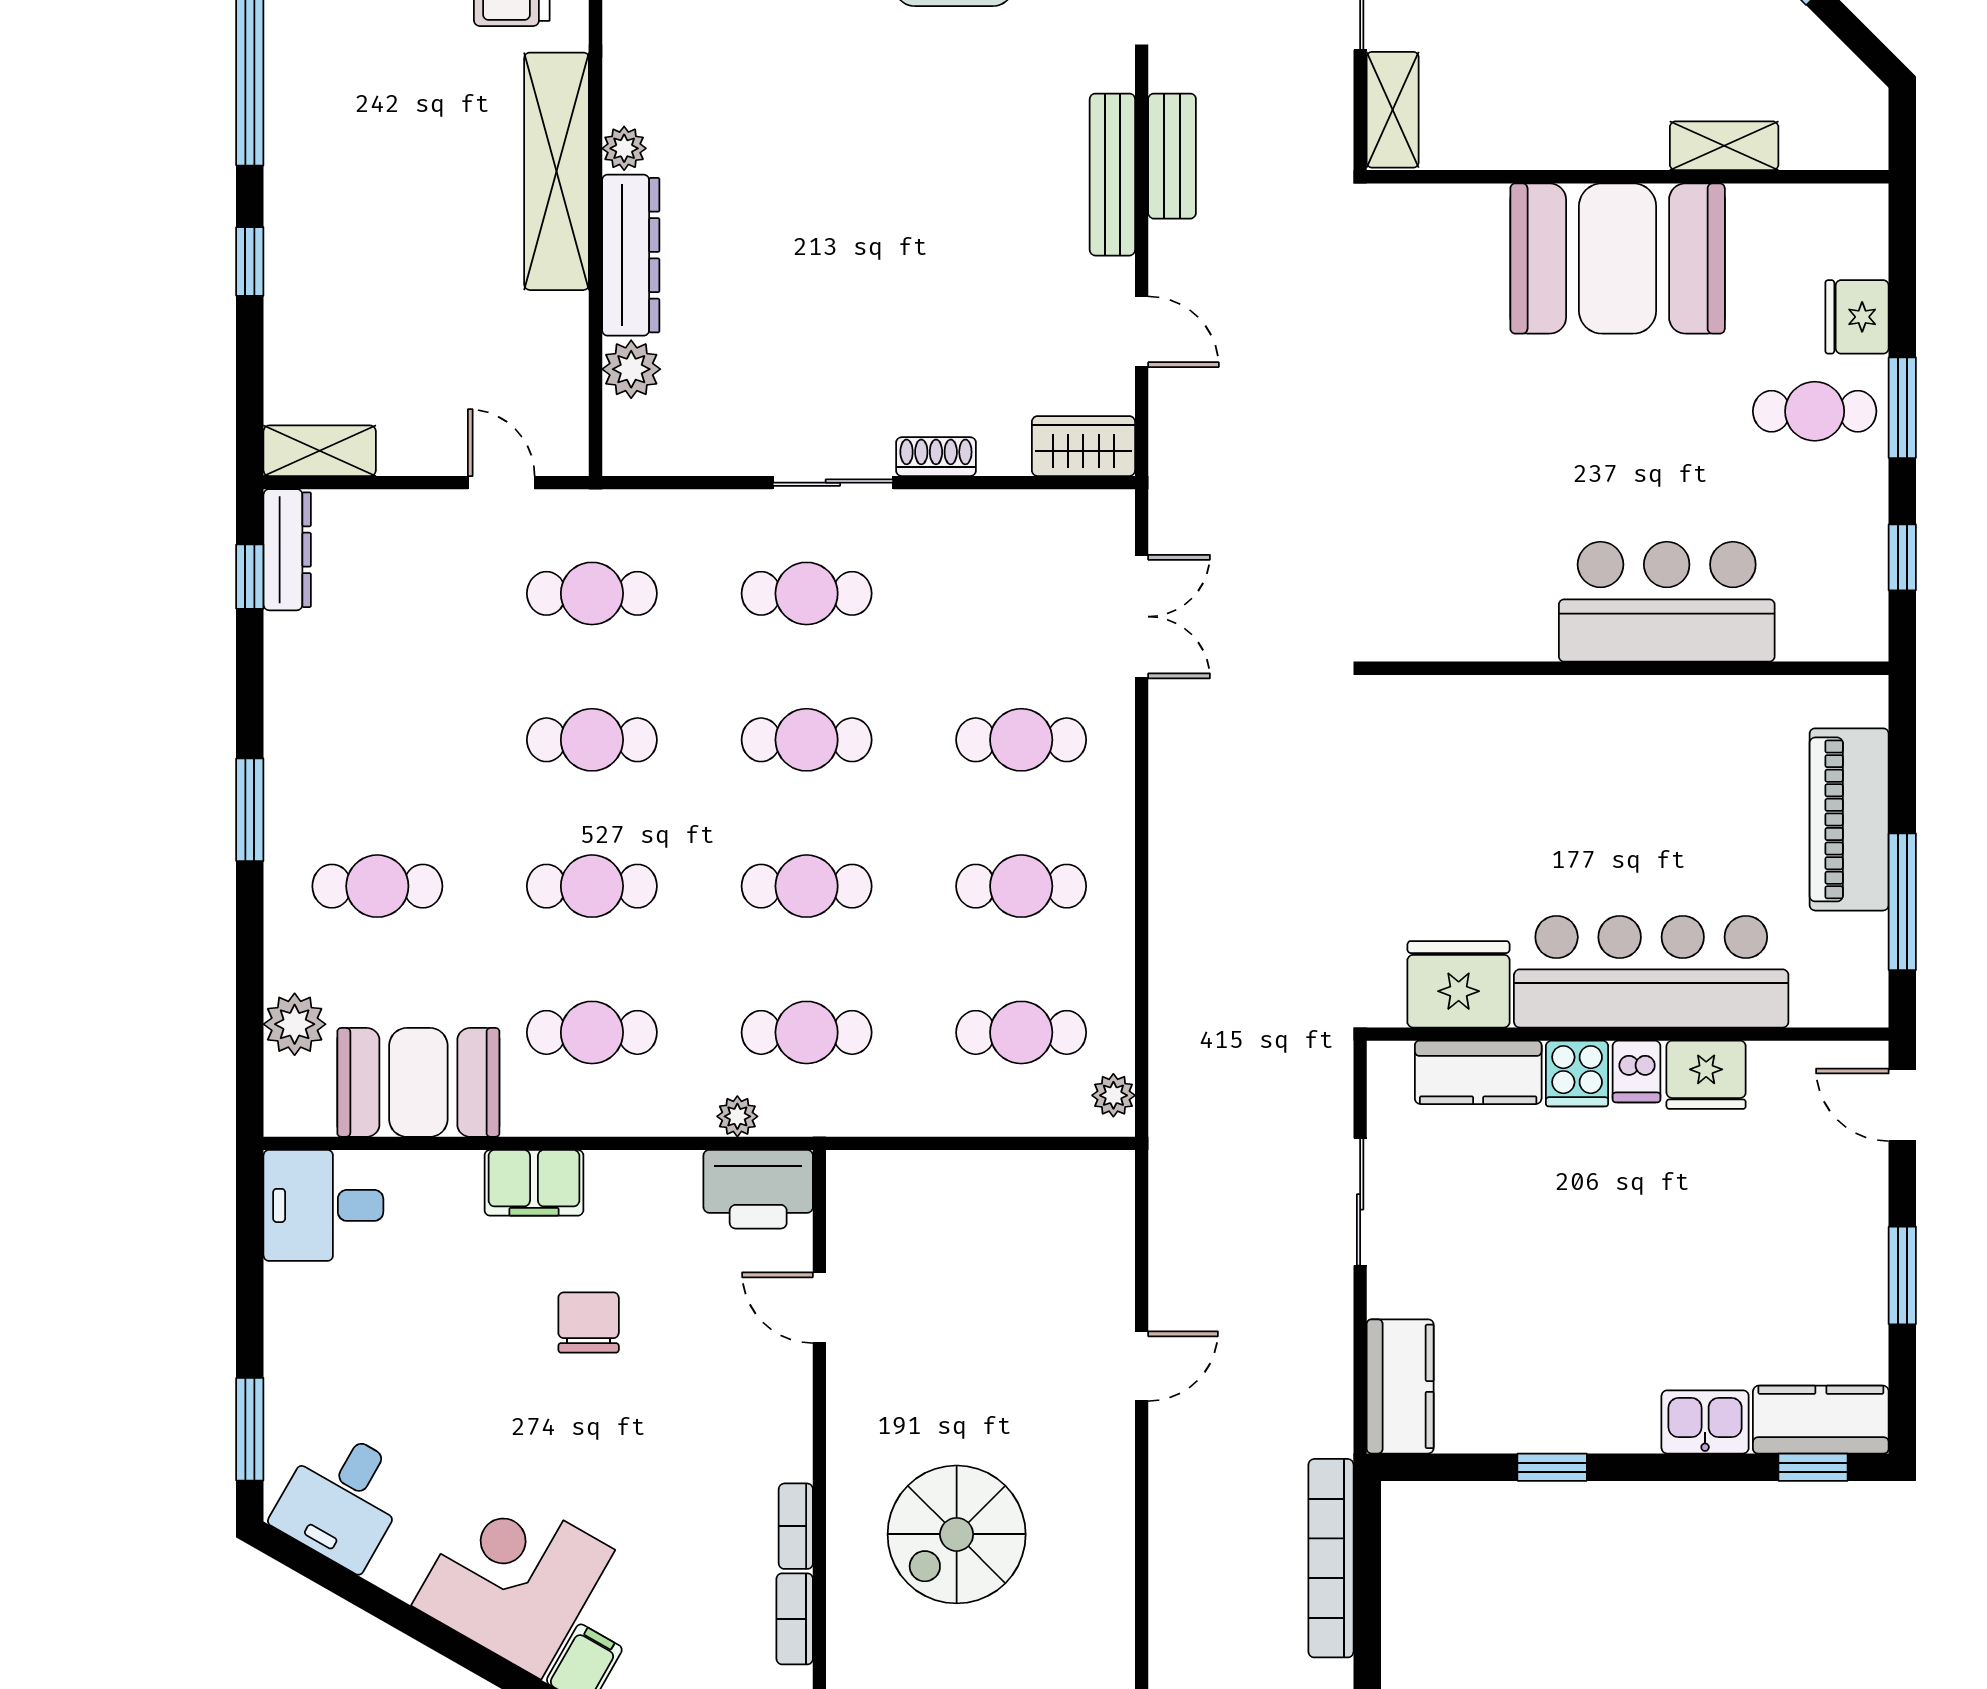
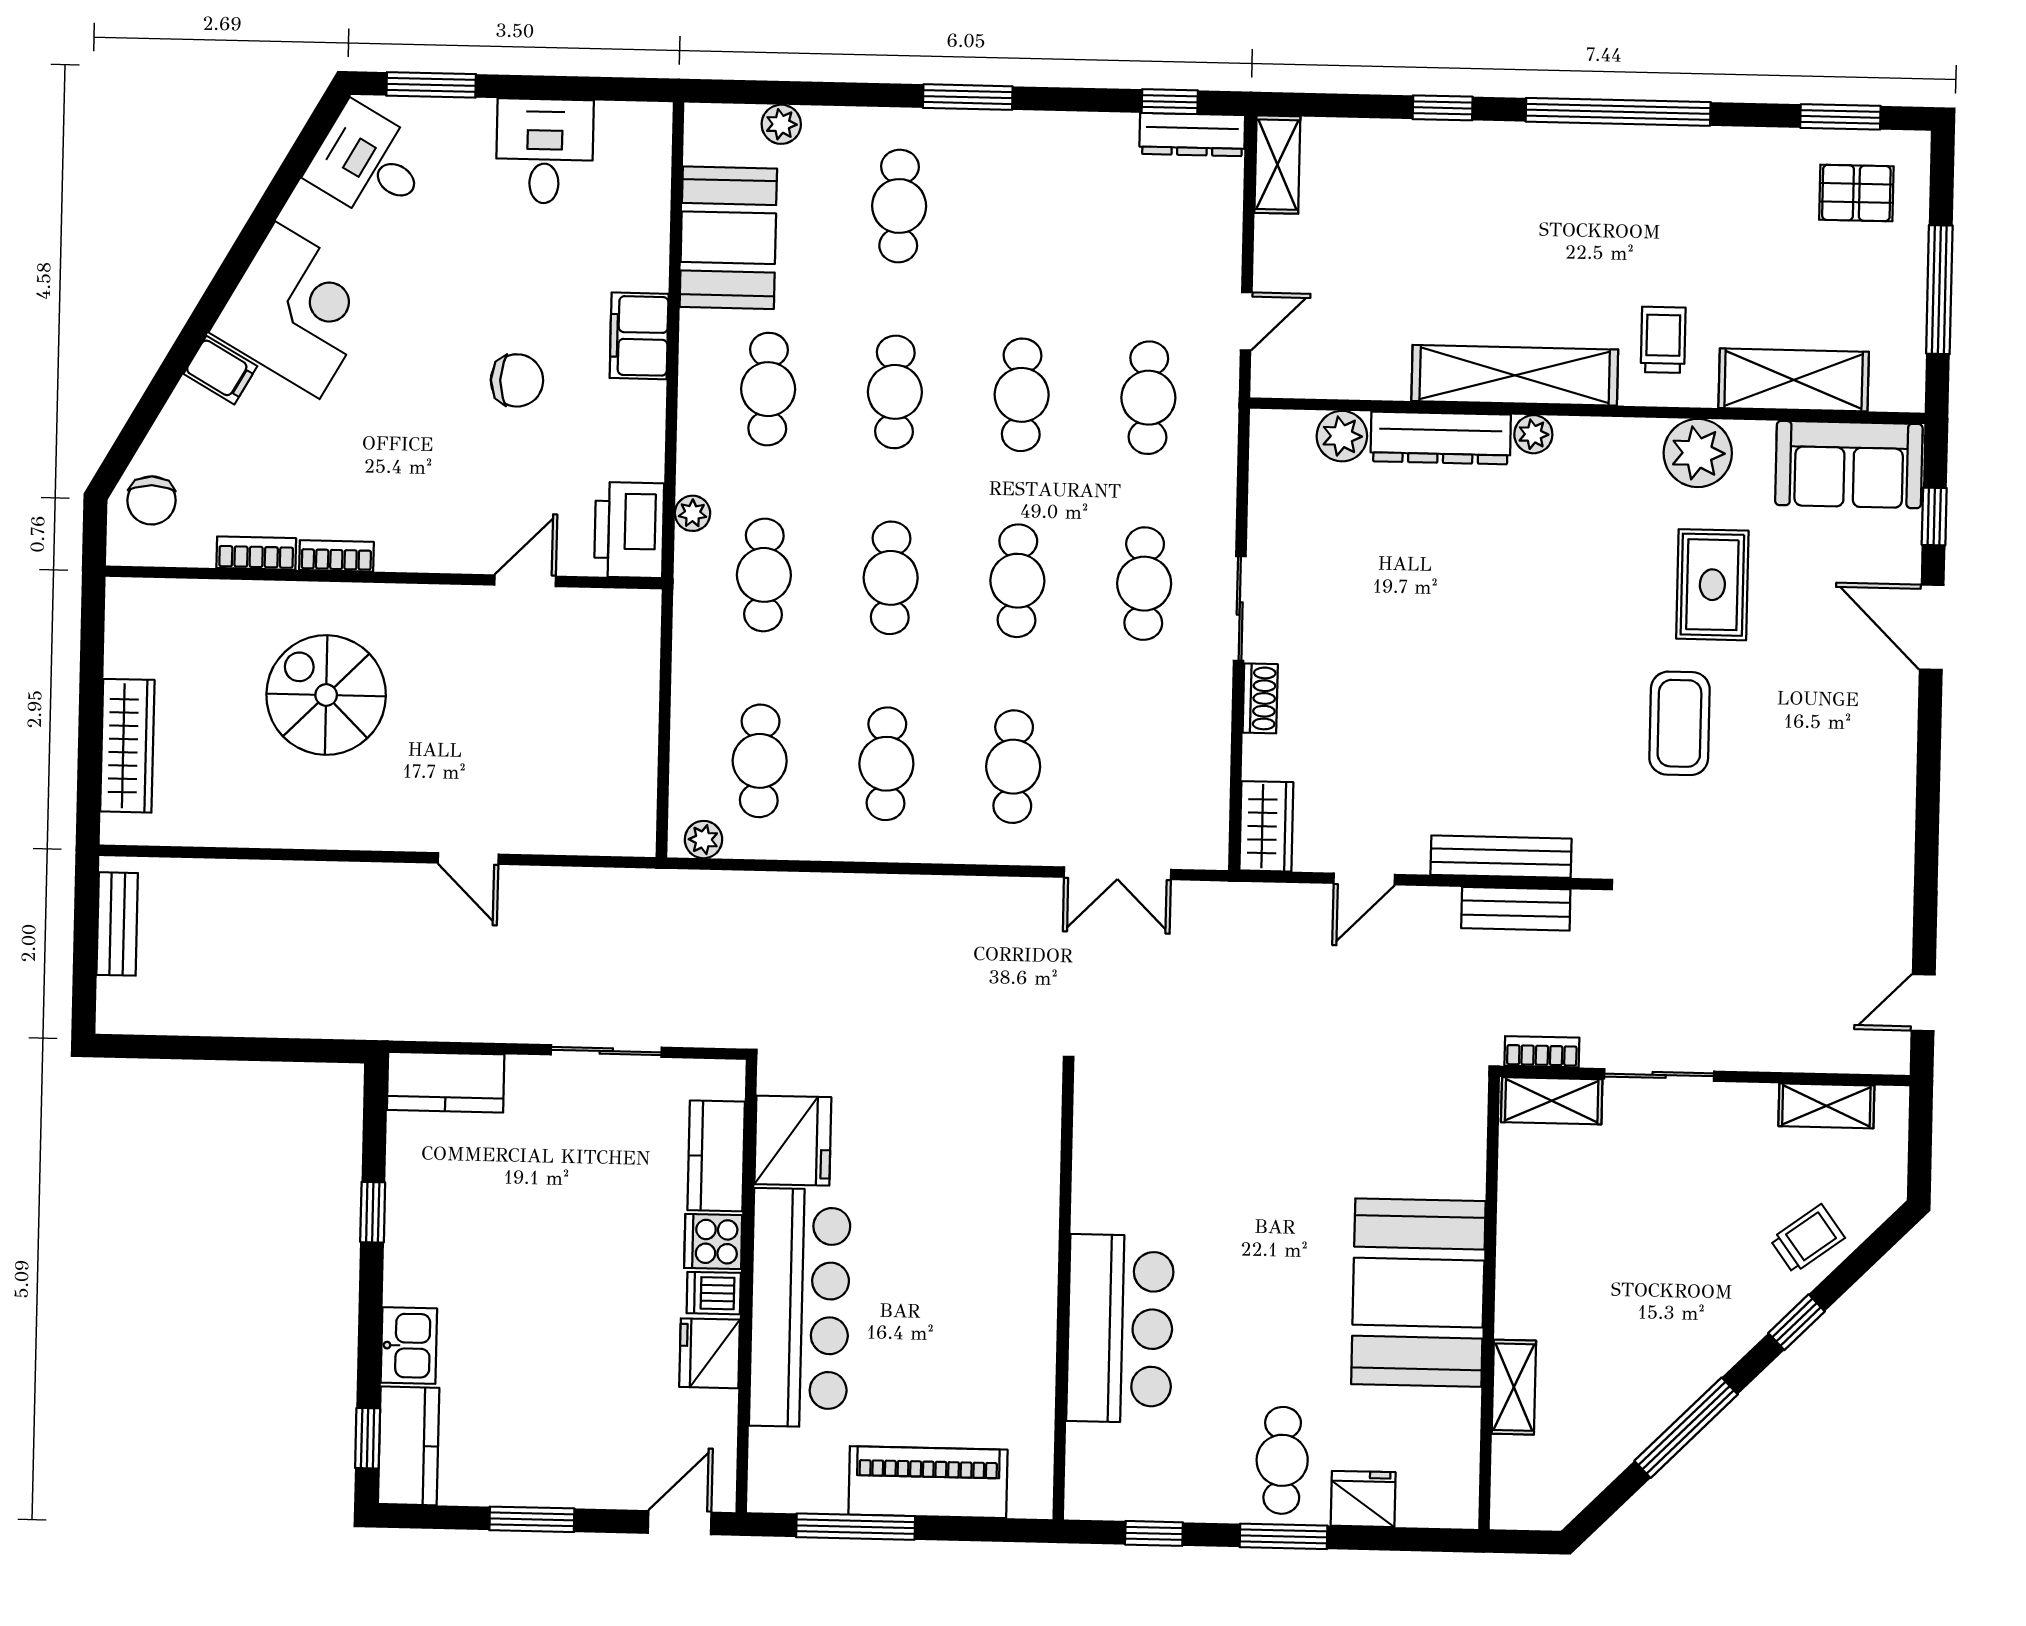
plant: (295, 1024) -> (781, 124), width x0.73, depth x0.73
desk: (323, 1205) -> (545, 151), moved
bookcase: (1331, 1558) -> (1542, 1052), moved, width x0.43, depth x0.76

